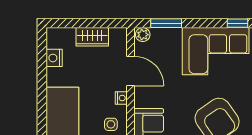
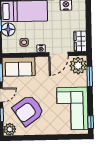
plant: (143, 35) -> (78, 66), width x1.88, depth x1.88
wardrobe: (92, 37) -> (80, 41), moved

